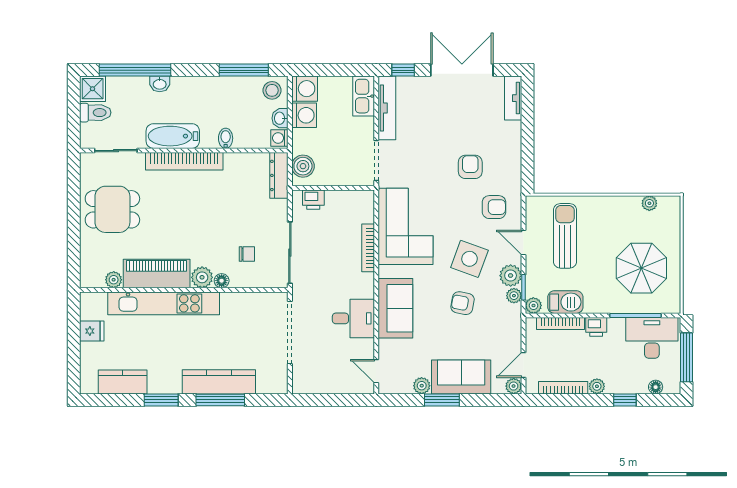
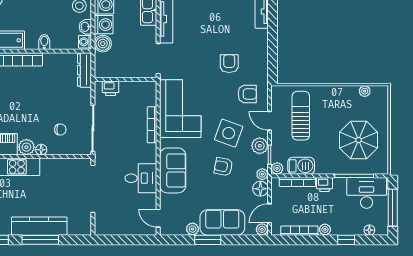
boiler: (303, 166) -> (103, 44), moved
plant: (514, 296) -> (262, 174), moved
floor lamp: (512, 332) -> (260, 189), added

